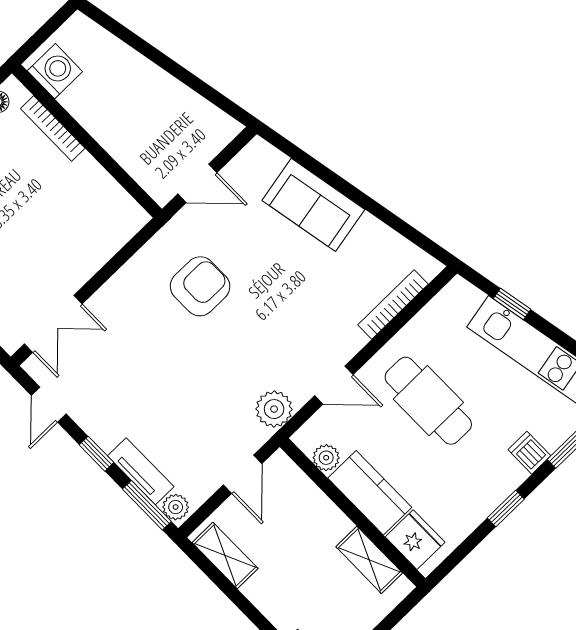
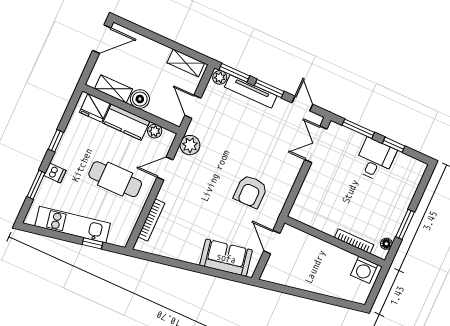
door: (197, 183) -> (272, 242), hinge flipped
sofa: (313, 205) -> (226, 258), moved
window: (97, 454) -> (269, 89), width x1.50
tv unit: (141, 471) -> (251, 91), width x1.41
boiler: (330, 524) -> (140, 99), added

